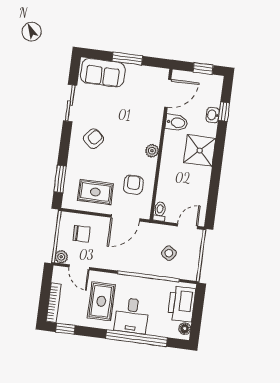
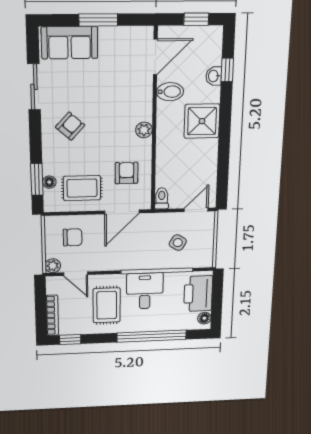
floor lamp: (70, 183) -> (49, 182), added
desk: (132, 316) -> (145, 291), moved, turned 180

